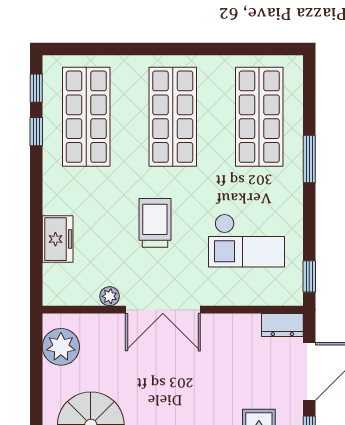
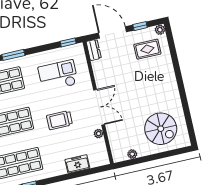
checkout: (247, 241) -> (58, 76), turned -90
plant: (61, 347) -> (132, 154), width x0.53, depth x0.53

